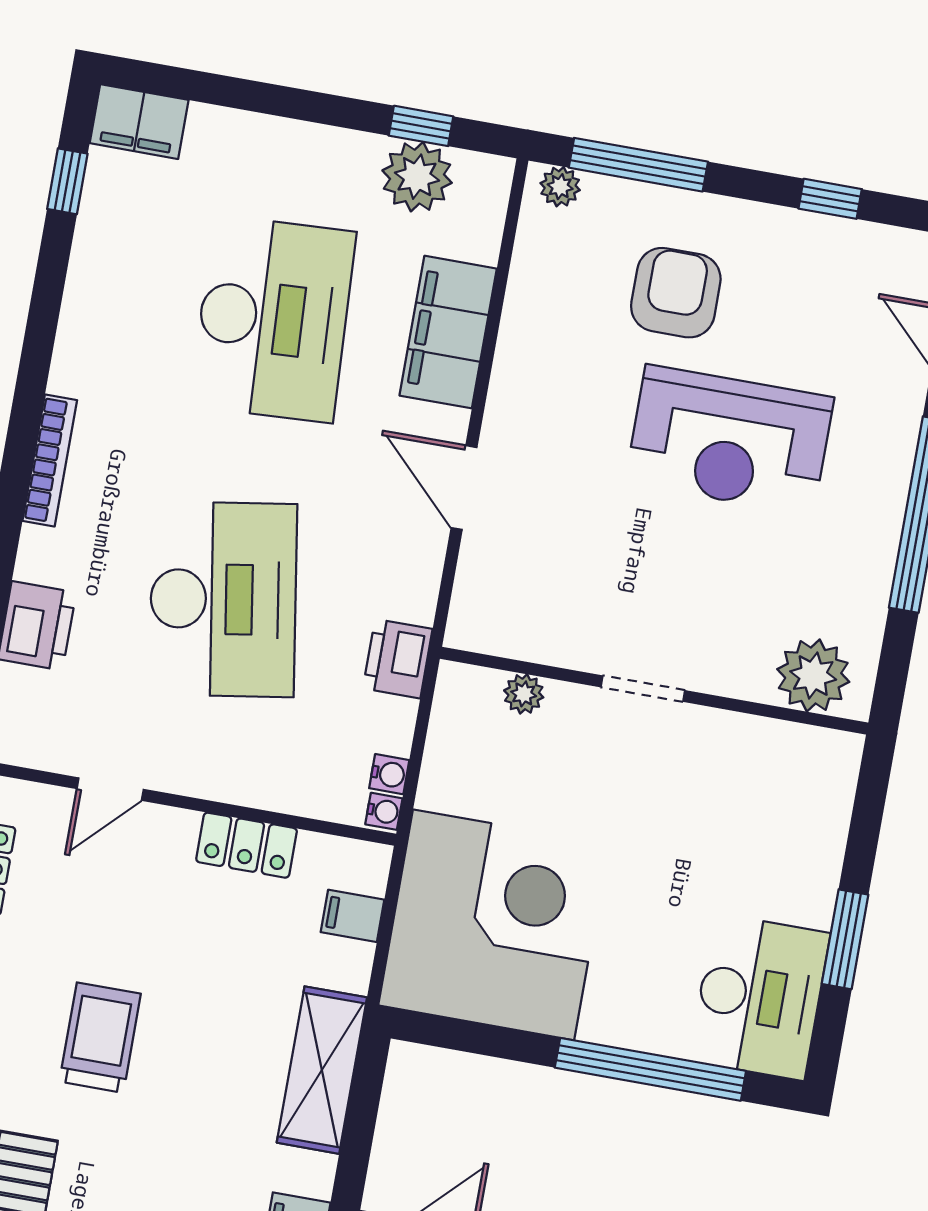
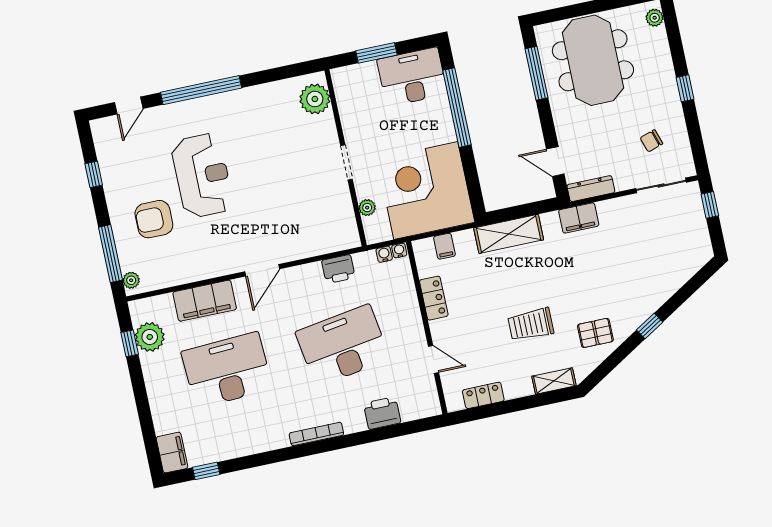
plant: (813, 675) -> (315, 99), moved
doorway: (643, 689) -> (347, 162), moved
wall: (654, 691) -> (346, 158), moved
plant: (524, 694) -> (367, 208), moved

